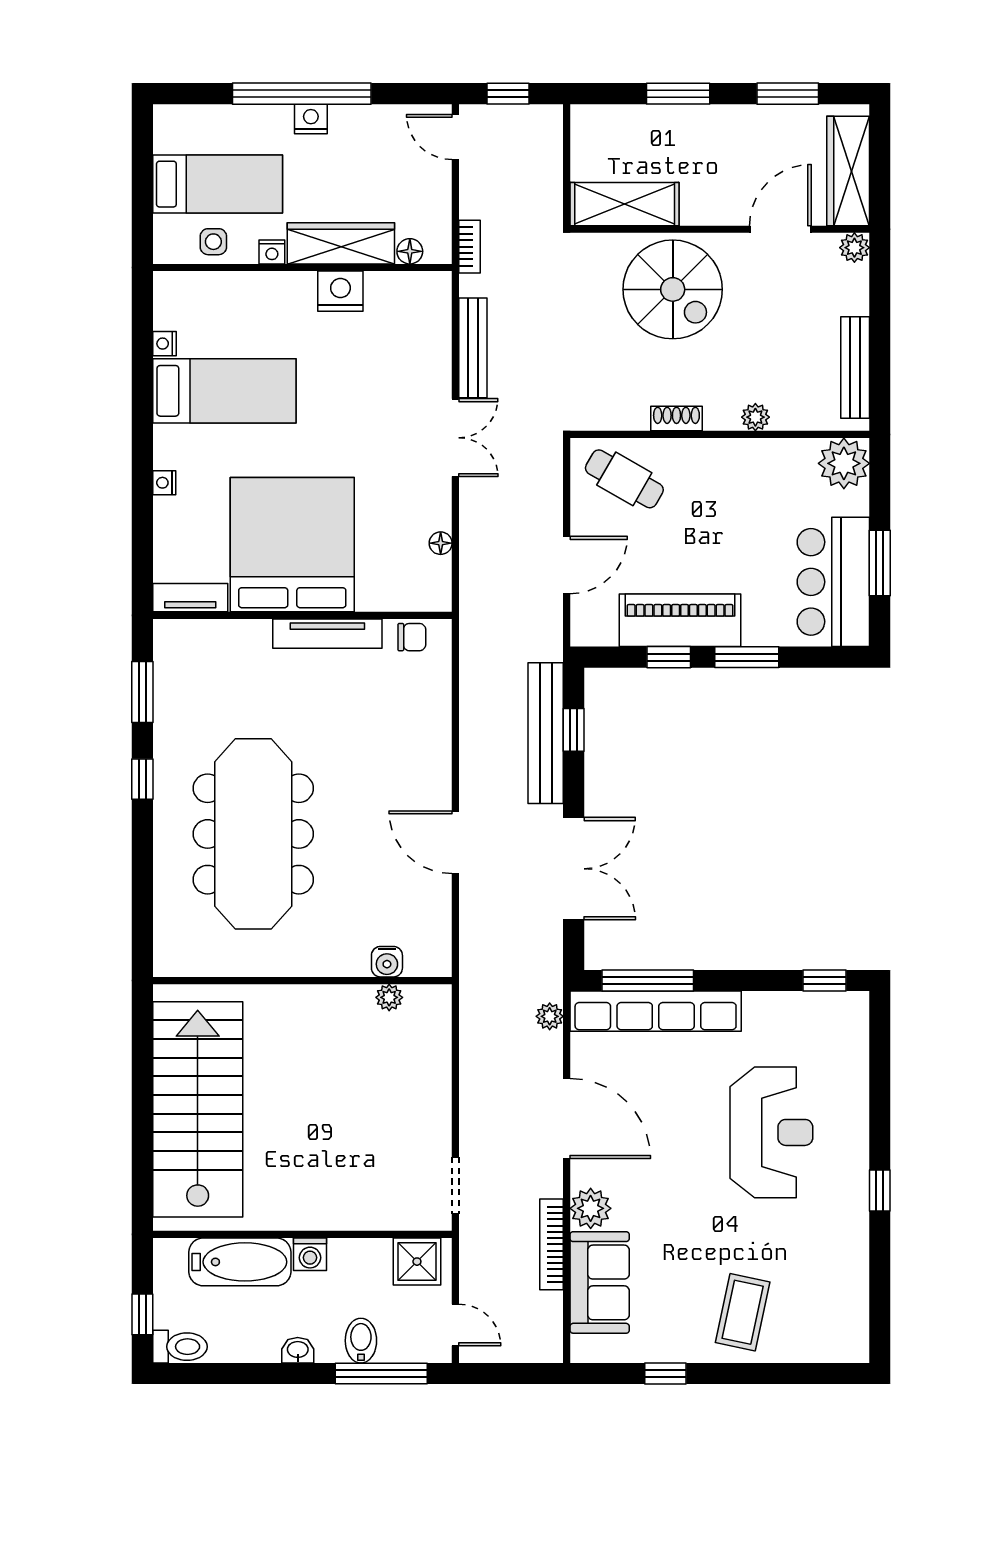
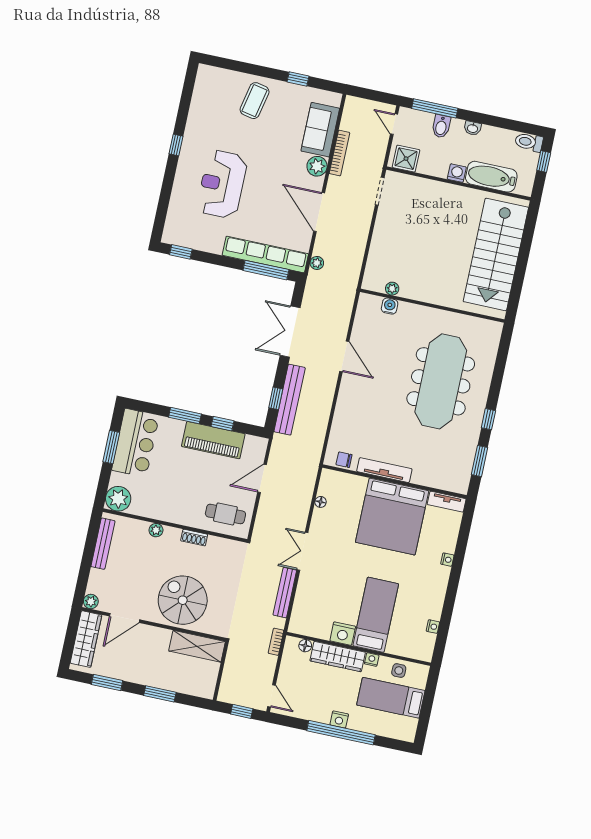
bed: (224, 391) -> (376, 615), moved, turned 90
cafe table: (624, 479) -> (225, 514), turned -30

